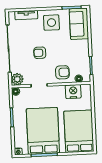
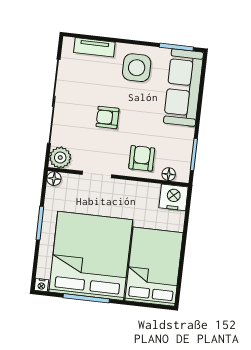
sofa: (79, 24) -> (183, 88), width x1.36
armchair: (62, 72) -> (142, 158), turned -90
nightstand: (73, 92) -> (174, 197), moved
bed: (43, 131) -> (91, 256), width x1.36

